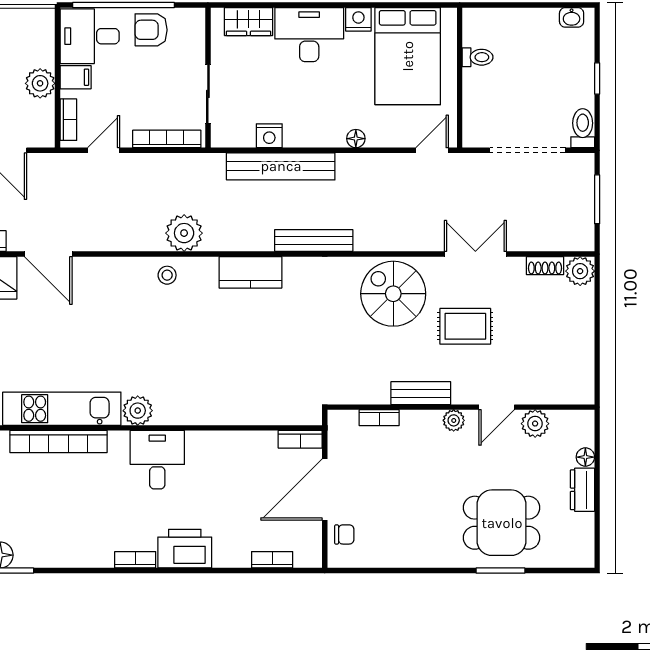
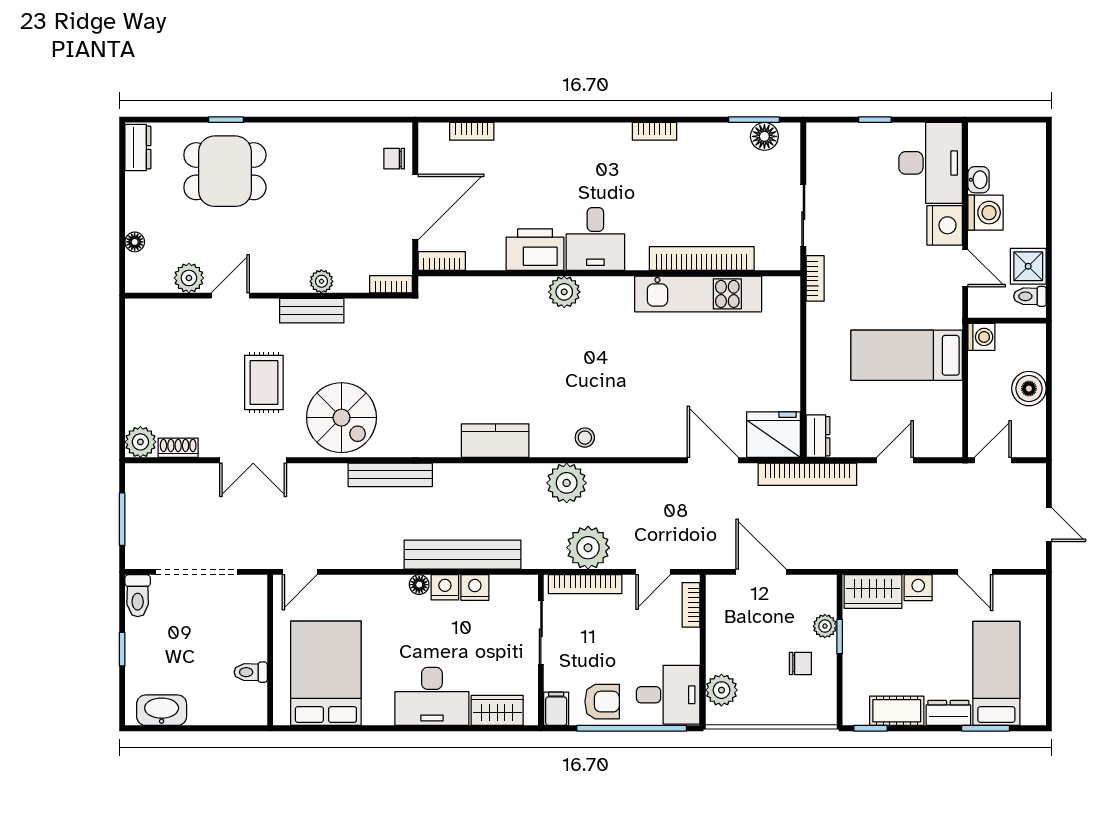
washbasin: (572, 17) -> (162, 710), width x1.91, depth x1.45
nightstand: (358, 19) -> (445, 587), moved, turned 180
filing cabinet: (76, 77) -> (556, 709), moved, turned 90
plant: (40, 83) -> (721, 690), moved
floor lamp: (356, 139) -> (419, 585), moved
plant: (164, 173) -> (588, 548), added
bench: (314, 241) -> (390, 475), moved
rug: (465, 326) -> (264, 383), turned 90
plant: (138, 411) -> (564, 292), moved
bookcase: (379, 418) -> (391, 284), moved
plant: (454, 420) -> (321, 281), moved
dresser: (582, 490) -> (138, 148), moved
printer: (185, 549) -> (535, 250), moved, turned 180
bookcase: (135, 560) -> (654, 131), moved
window: (500, 571) -> (226, 120), width x0.67

